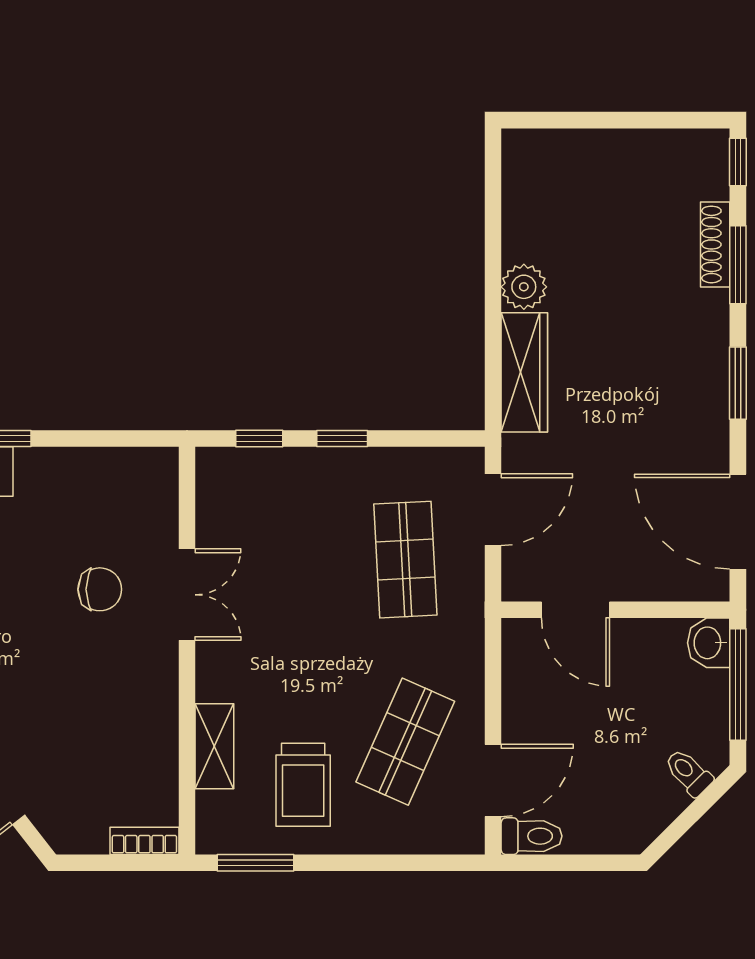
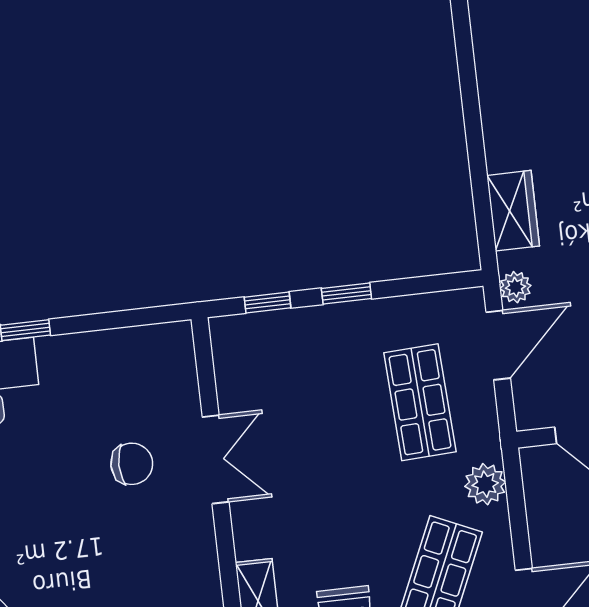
plant: (524, 287) -> (515, 287), moved, width x0.73, depth x0.73
wardrobe: (524, 372) -> (513, 211), width x0.67
plant: (463, 652) -> (485, 484), added

